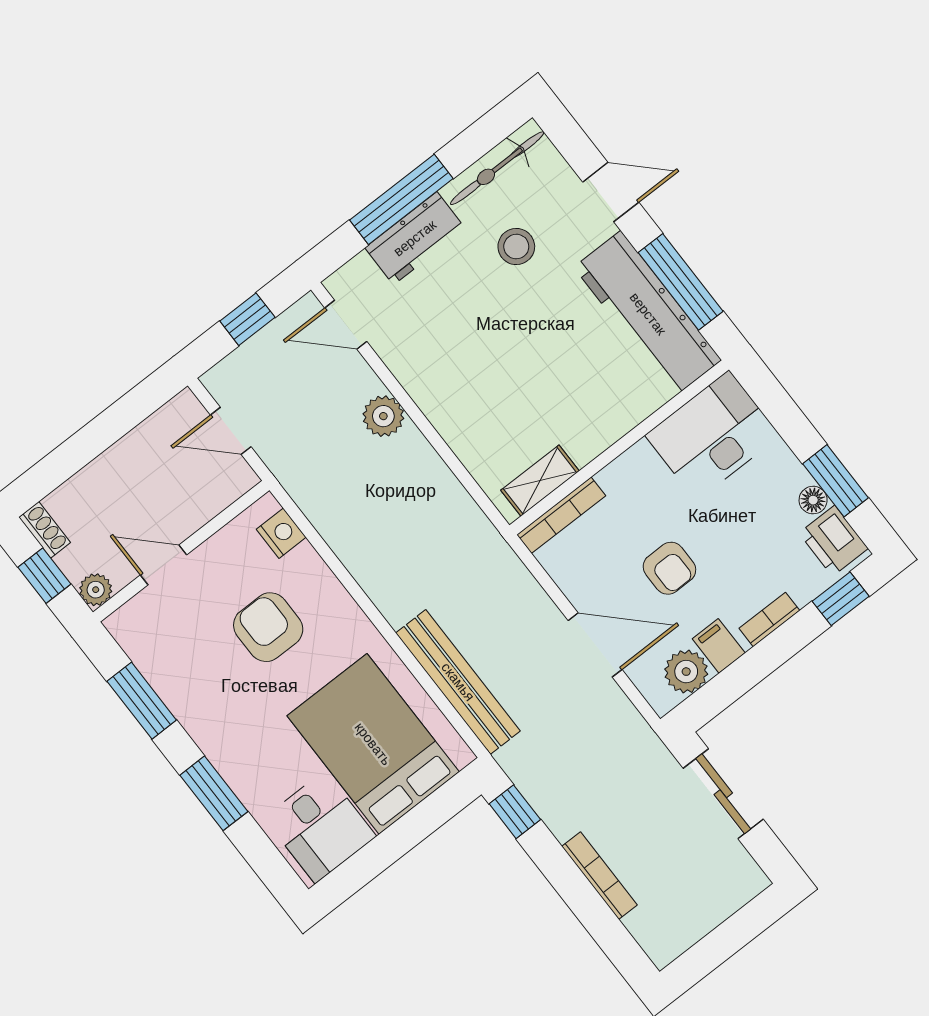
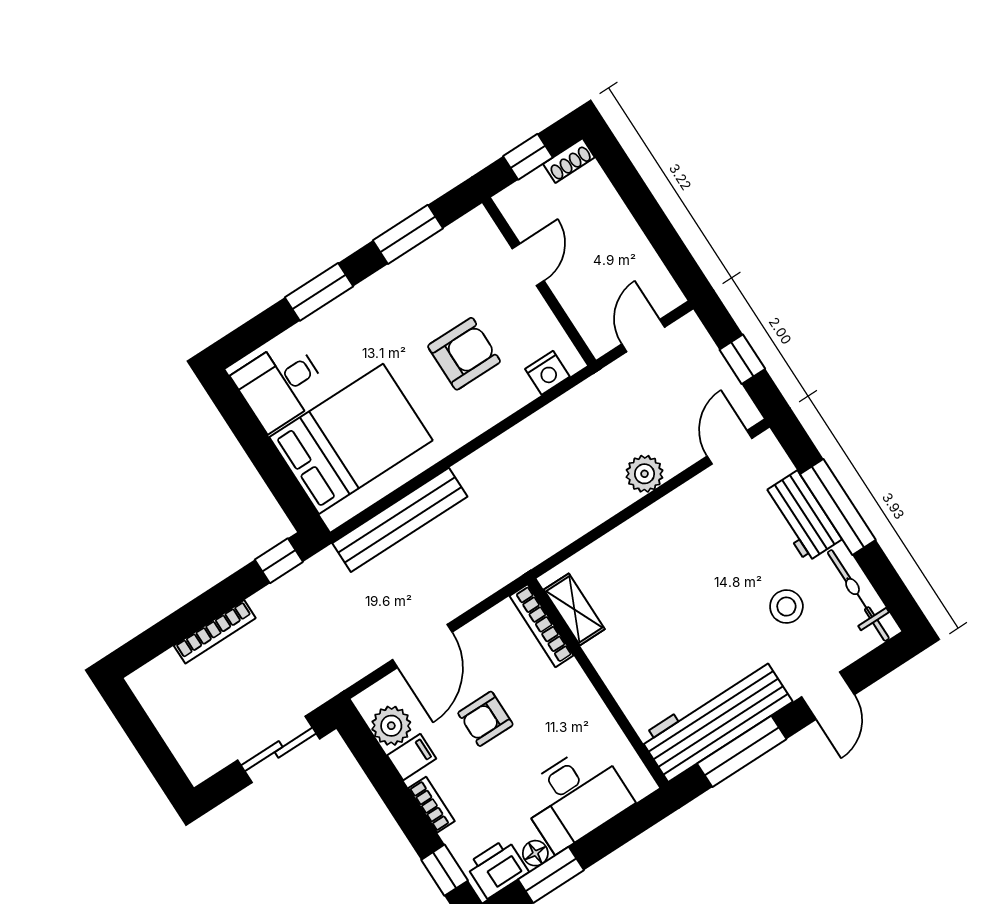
desk: (713, 435) -> (575, 797), moved, turned 90
plant: (96, 590) -> (511, 202), removed

